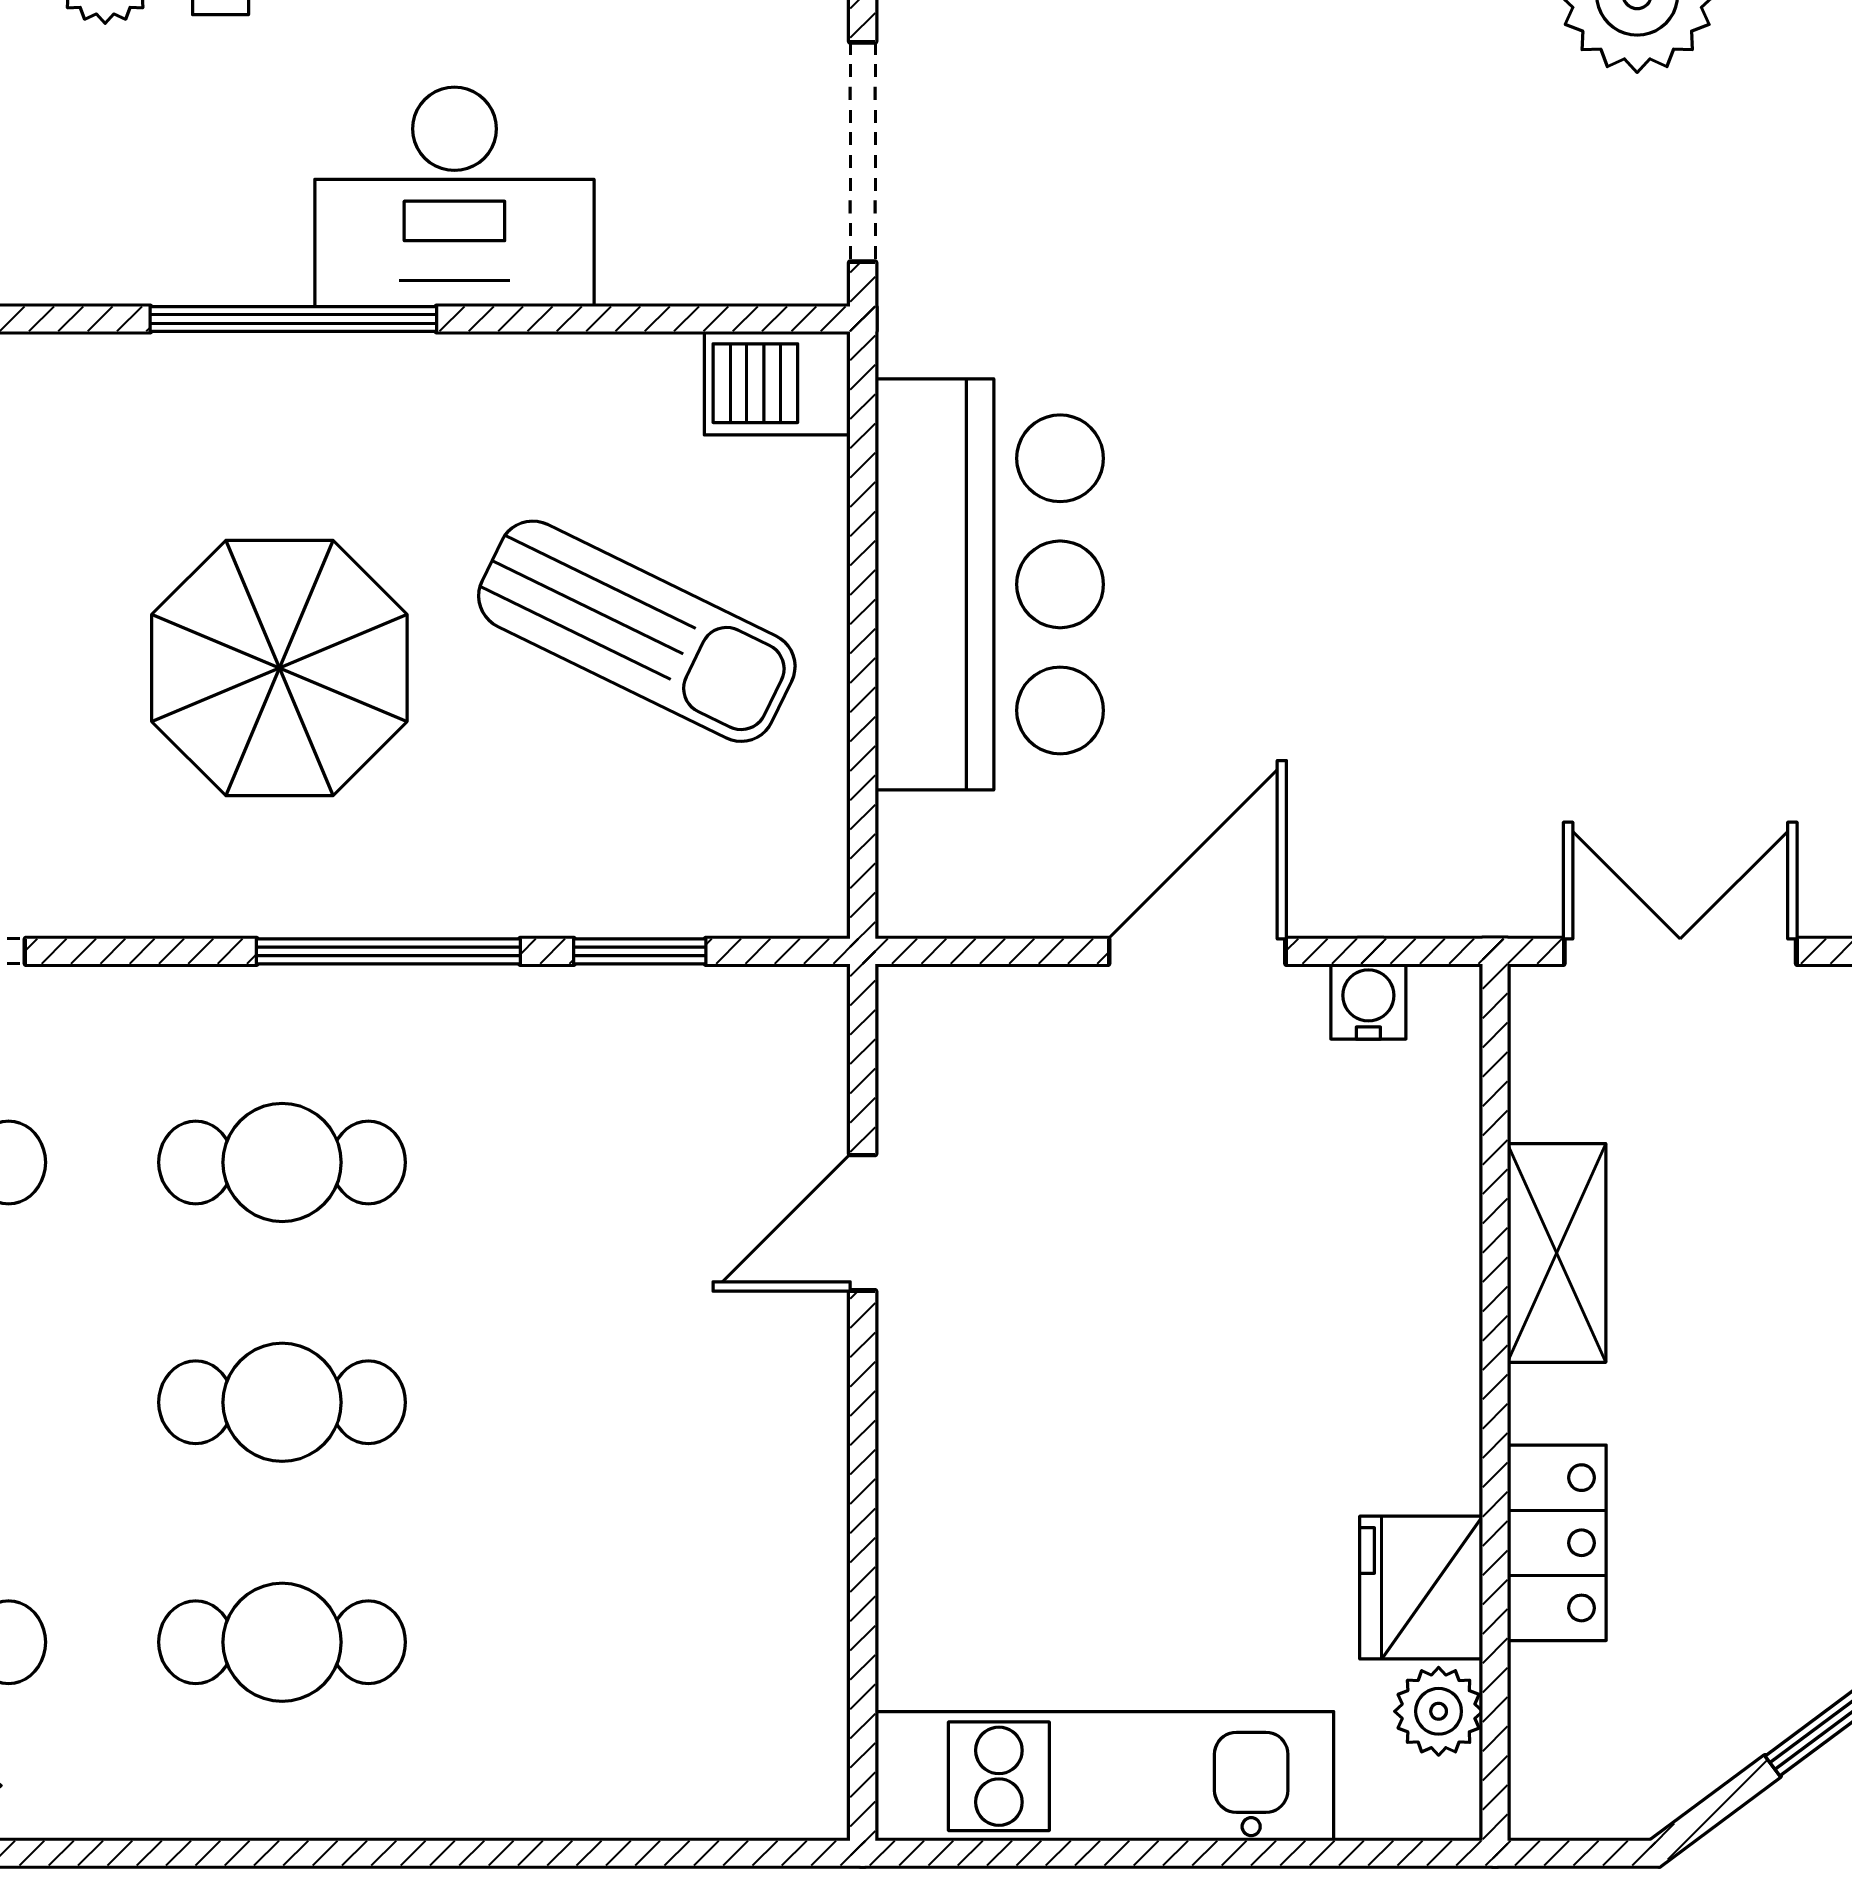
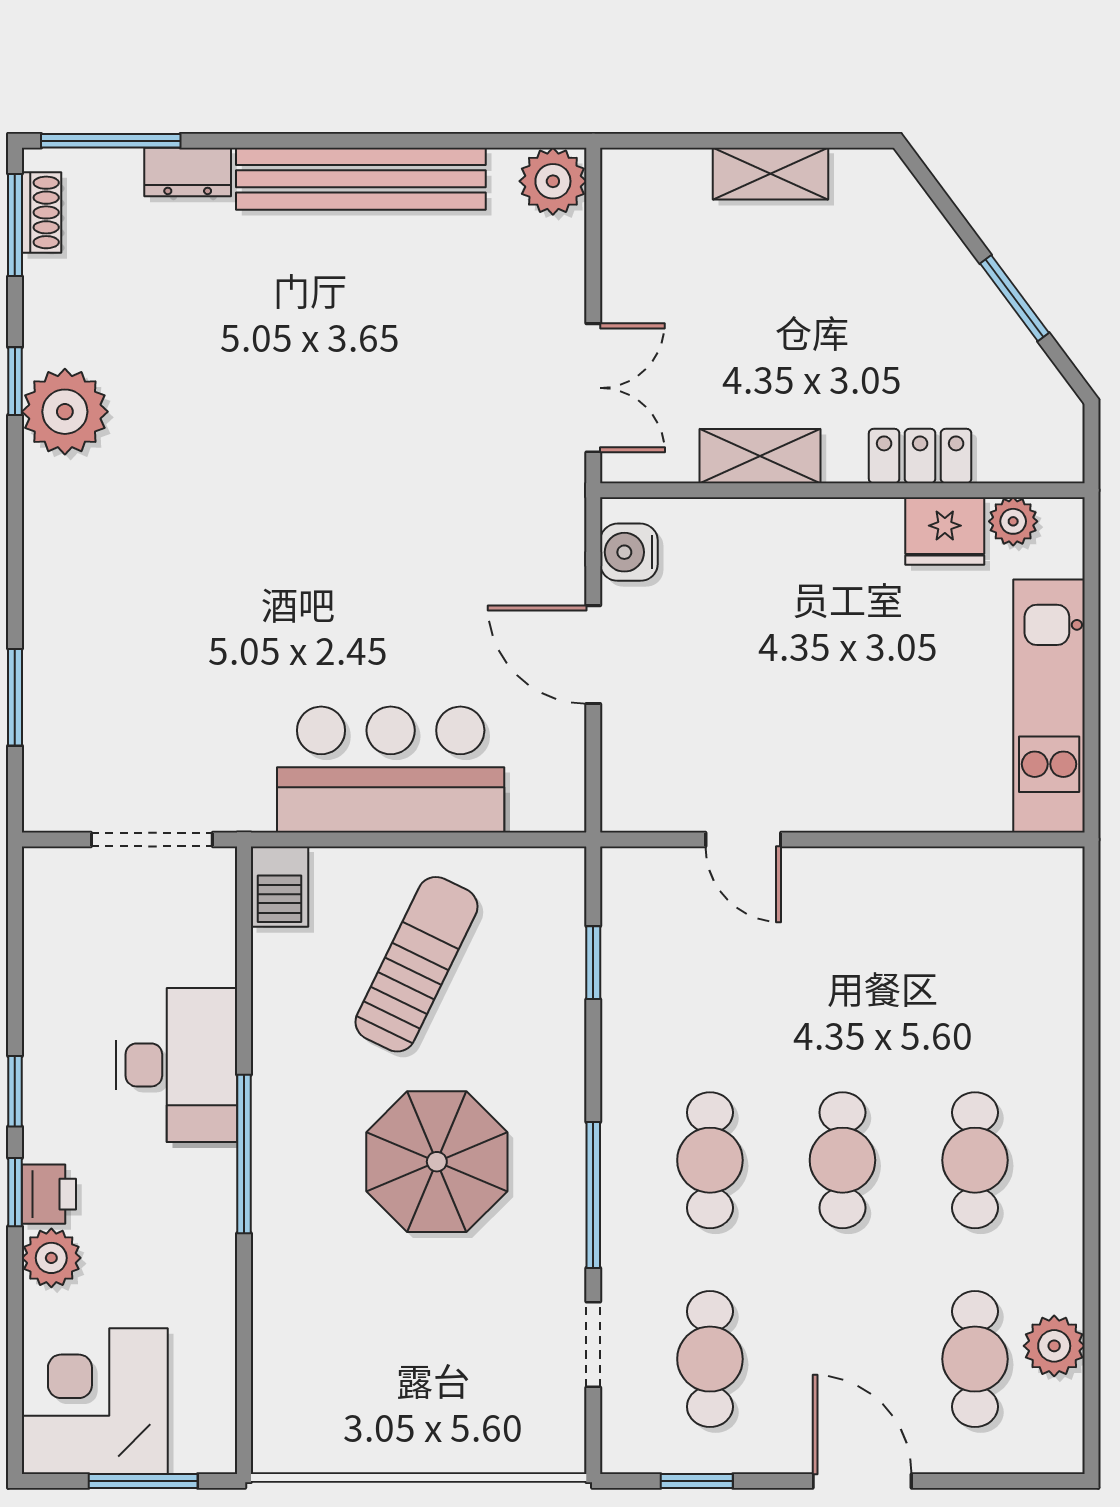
window: (388, 951) -> (593, 1195), moved
double door: (1680, 951) -> (593, 388), swing flipped
water cooler: (1368, 1001) -> (629, 552), width x1.38, depth x1.38

